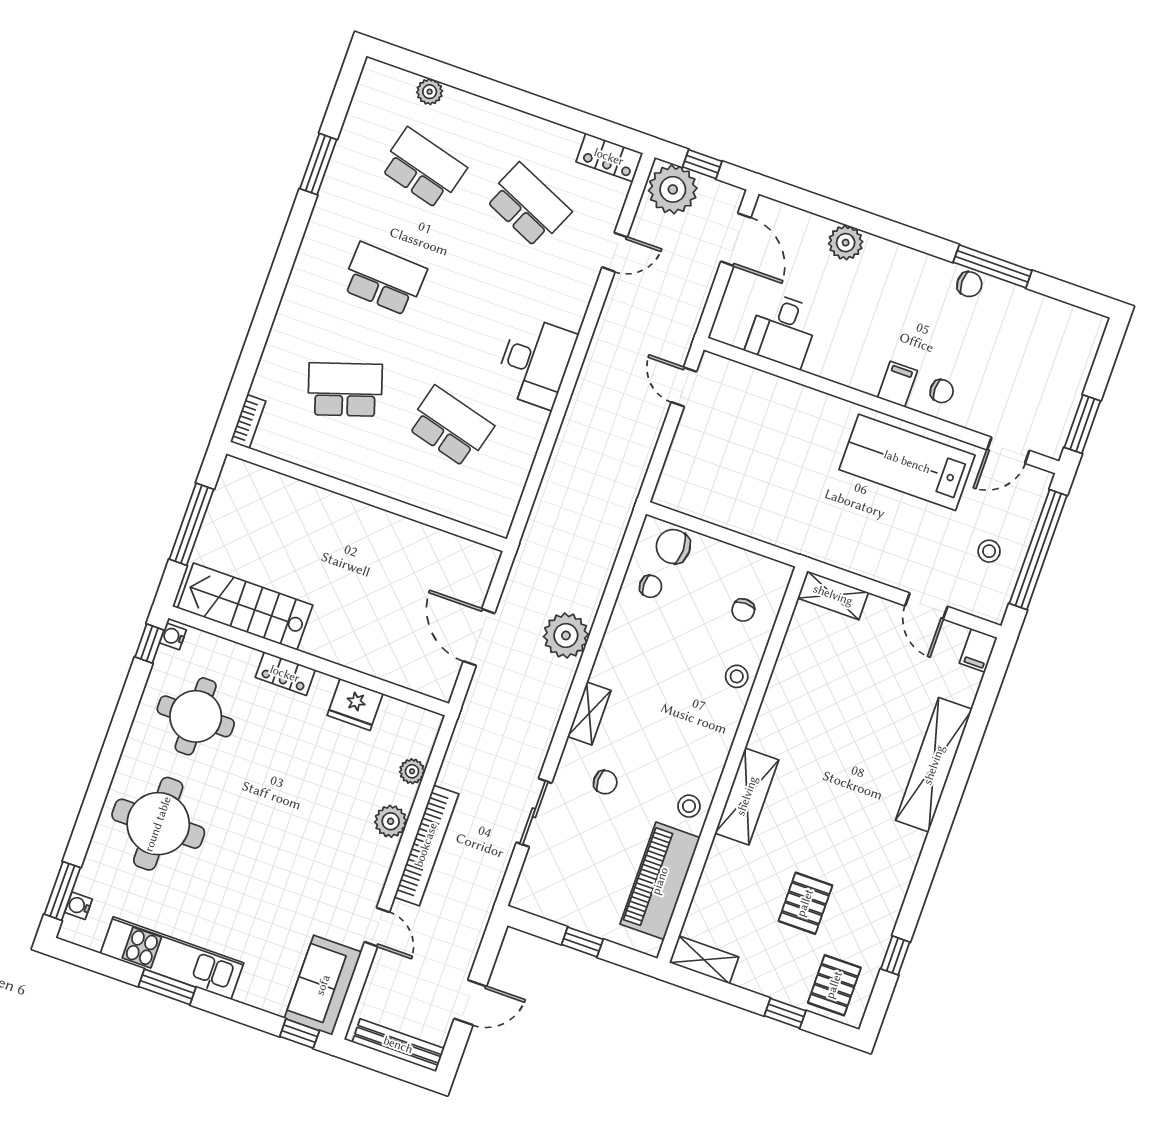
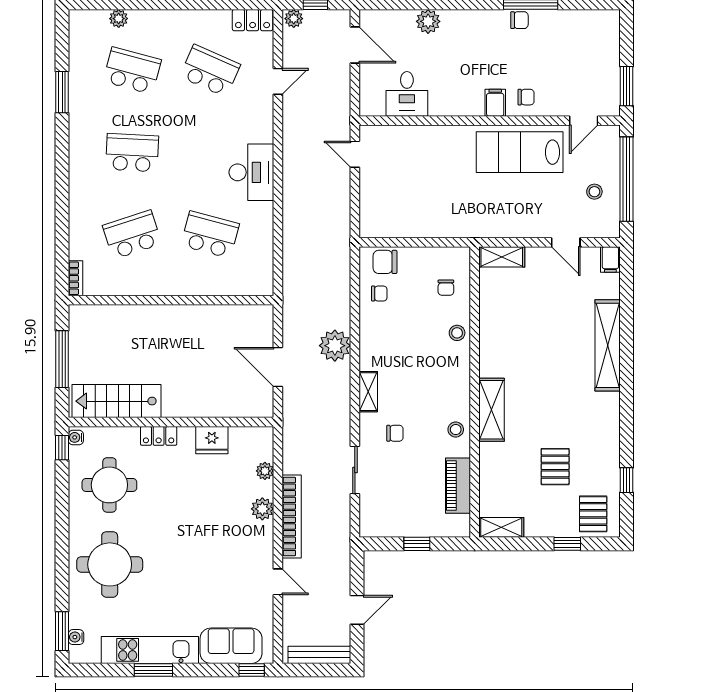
plant: (673, 189) -> (294, 19), width x0.53, depth x0.53
piano: (660, 881) -> (458, 486), width x0.73, depth x0.75
sofa: (323, 985) -> (231, 646), moved, turned 90

